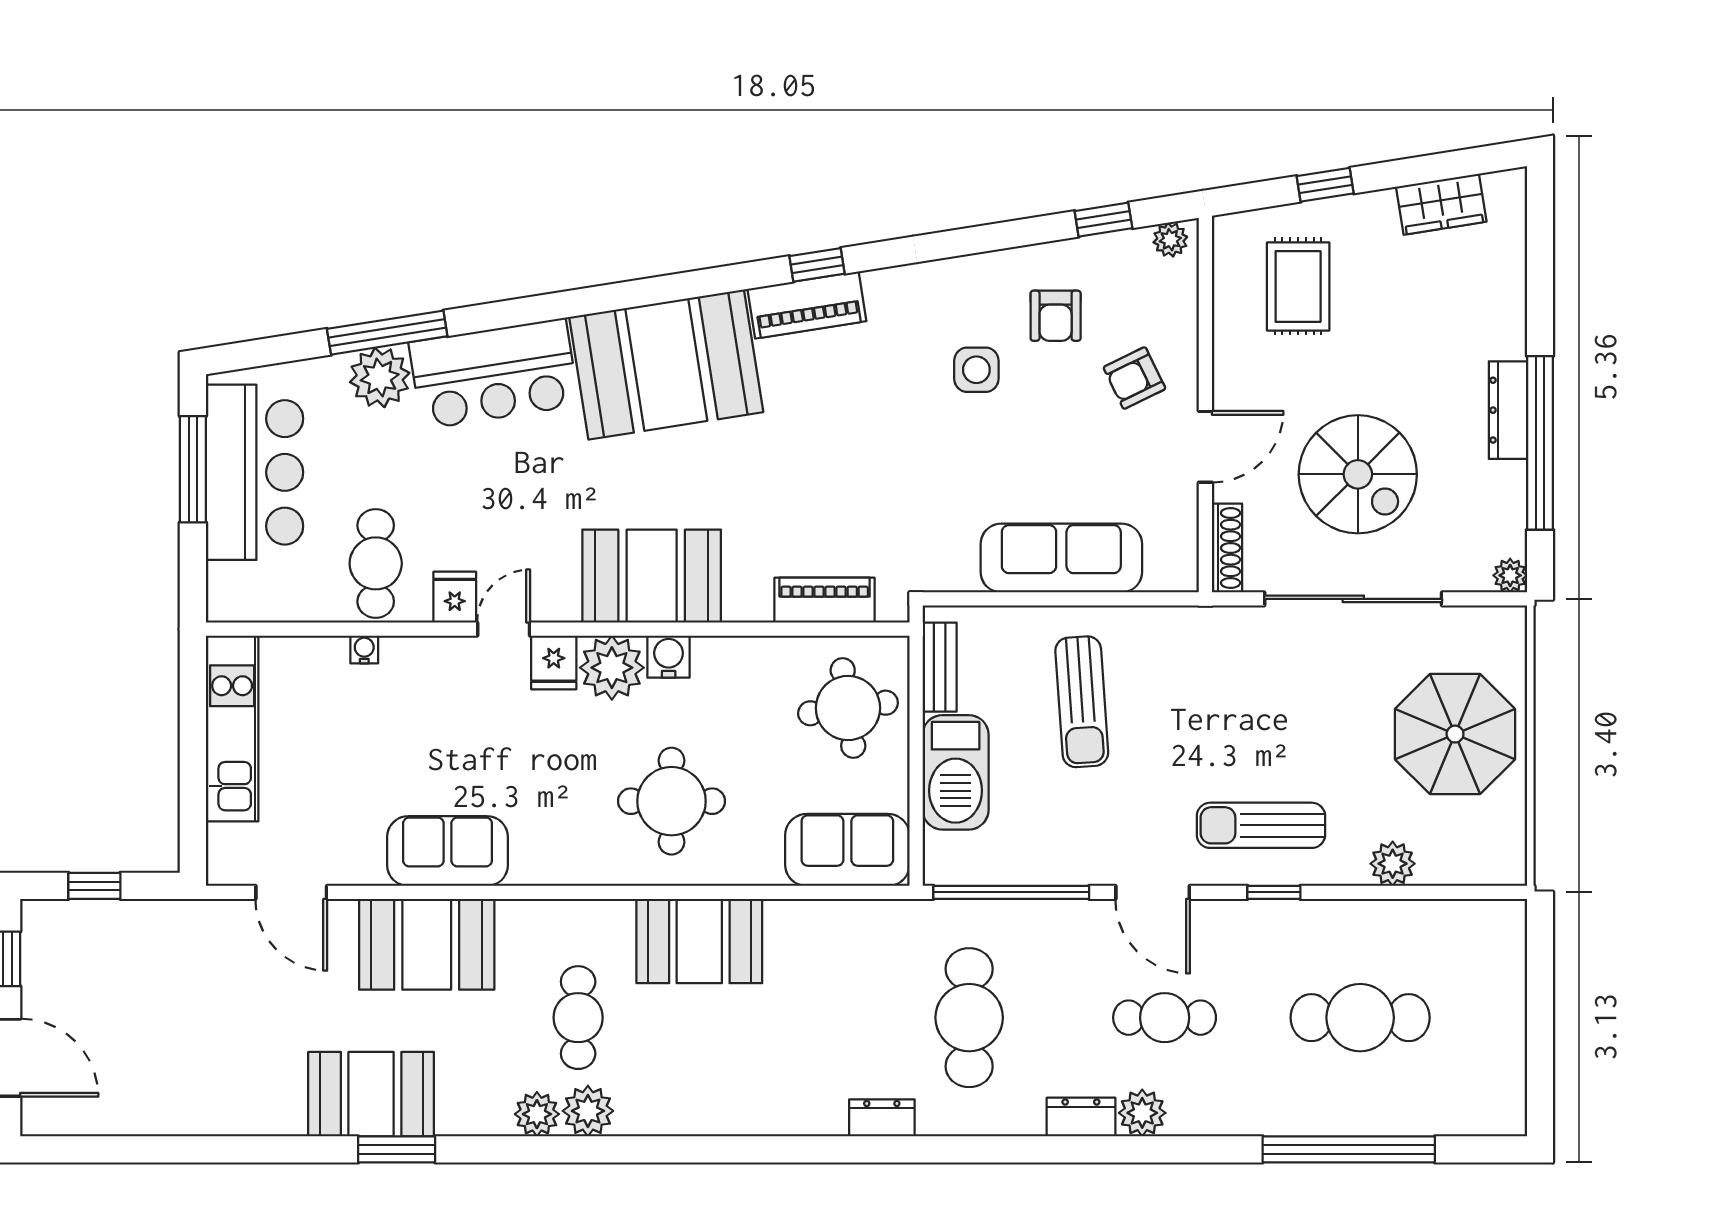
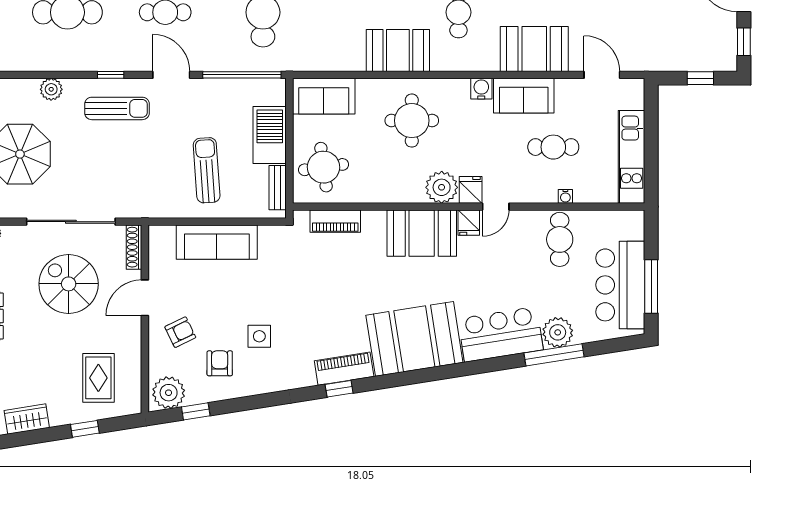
plant: (1170, 240) -> (169, 393), width x1.88, depth x1.88
fridge: (455, 597) -> (469, 223), moved
water cooler: (669, 657) -> (481, 89), moved, turned 180
cafe table: (388, 748) -> (553, 147), added

